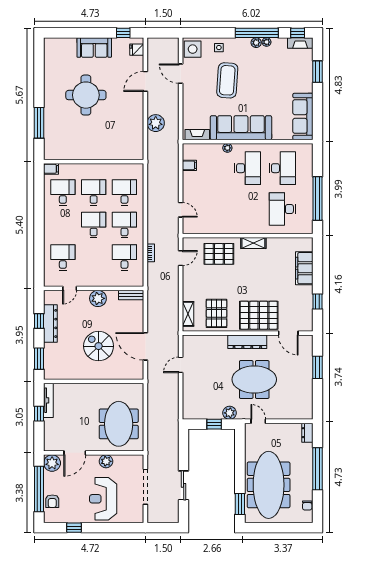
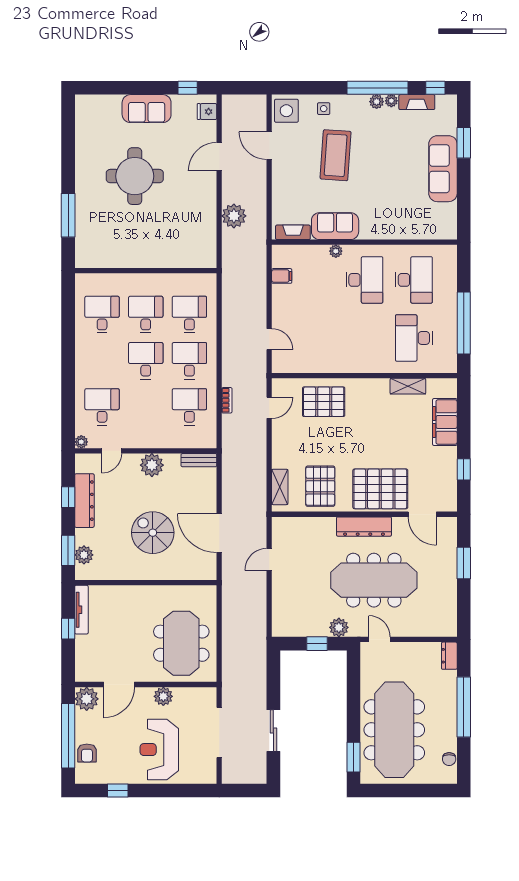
fireplace: (300, 43) -> (417, 102), moved
sofa: (303, 117) -> (443, 169), moved
sofa: (241, 128) -> (335, 226), width x0.54, depth x0.79
filing cabinet: (51, 169) -> (85, 281), removed
shelving: (253, 243) -> (408, 386), moved
plant: (48, 282) -> (81, 442), added
plant: (50, 362) -> (84, 555), added
meeting table: (254, 379) -> (374, 580), width x1.36

